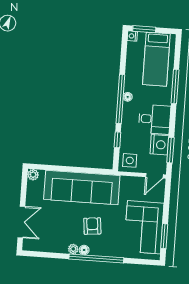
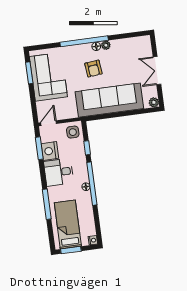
window: (144, 29) -> (71, 250), moved
double door: (21, 222) -> (157, 70), moved

